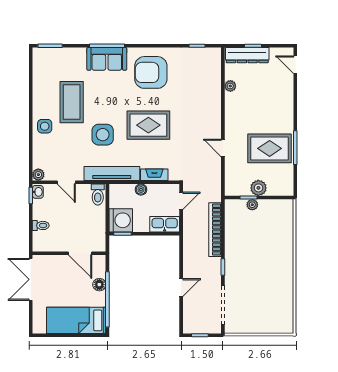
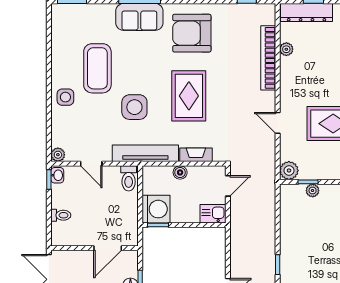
rug: (148, 125) -> (189, 96), turned 90
plant: (258, 188) -> (289, 170), moved
kitchen sink: (165, 224) -> (213, 214), width x0.73
bookcase: (215, 230) -> (268, 58), moved
door: (80, 253) -> (108, 248), hinge flipped

